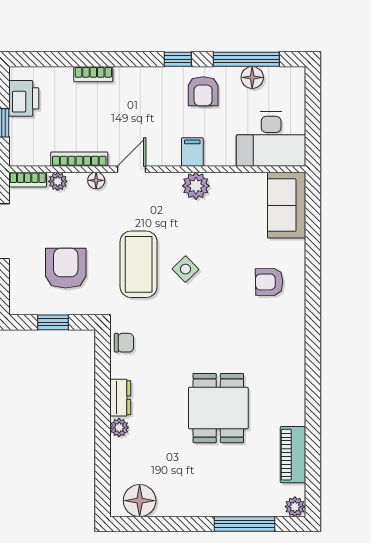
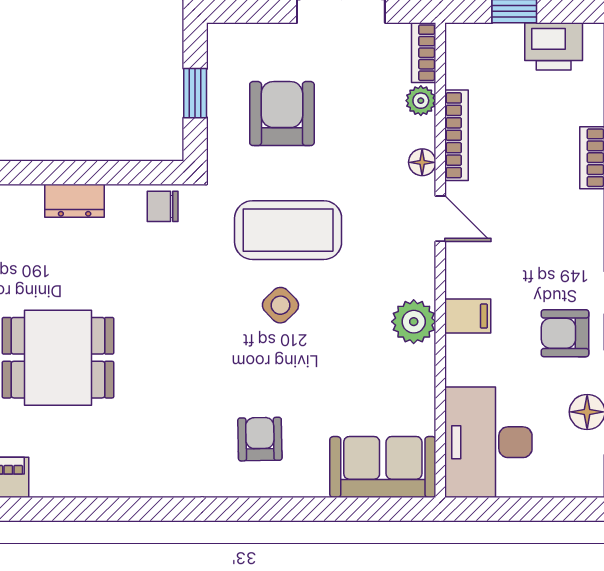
armchair: (66, 268) -> (282, 114), turned -90
chair: (124, 343) -> (163, 206), turned 90
plant: (119, 428) -> (27, 199), removed

